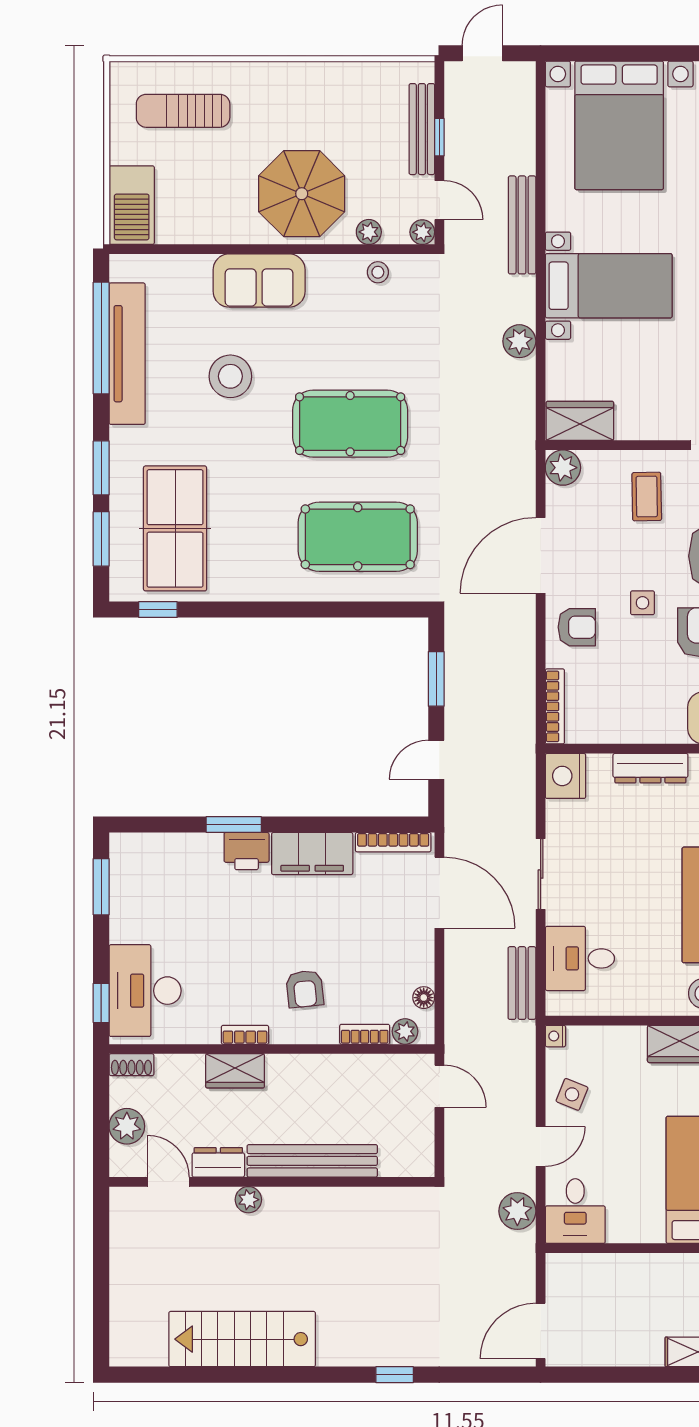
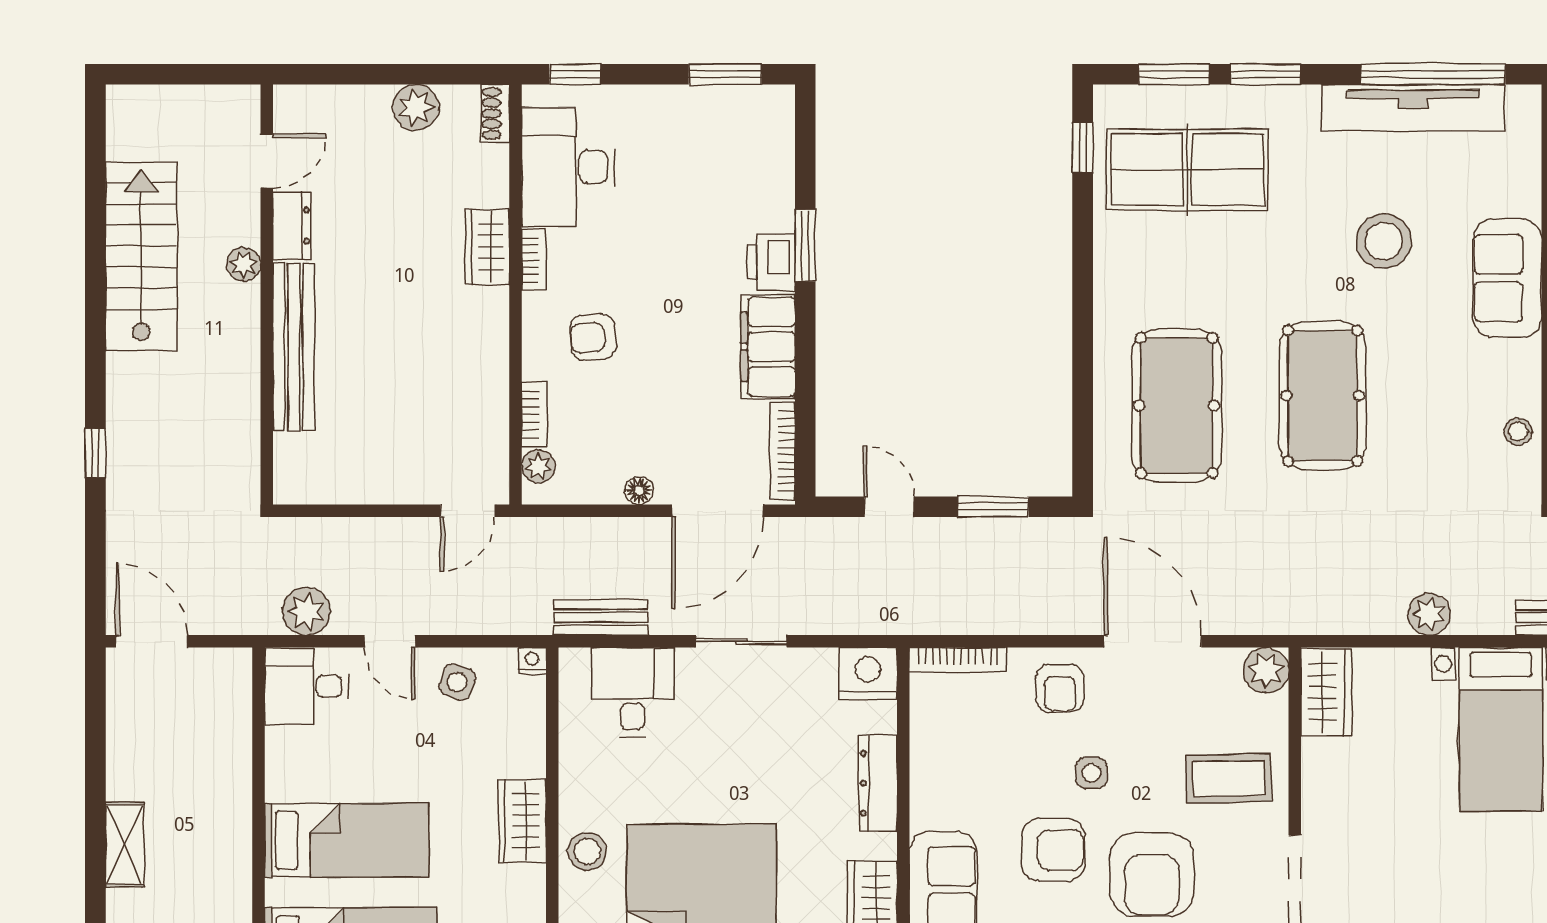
coffee table: (647, 497) -> (1229, 778), width x1.36, depth x1.30
desk: (145, 991) -> (568, 167), moved, turned -90
floor lamp: (424, 998) -> (639, 491), moved
bench: (312, 1161) -> (294, 347), moved
dresser: (218, 1162) -> (292, 226), moved
door: (168, 1182) -> (267, 161), moved
wall: (272, 1182) -> (267, 295), moved
plant: (248, 1200) -> (244, 264), moved

